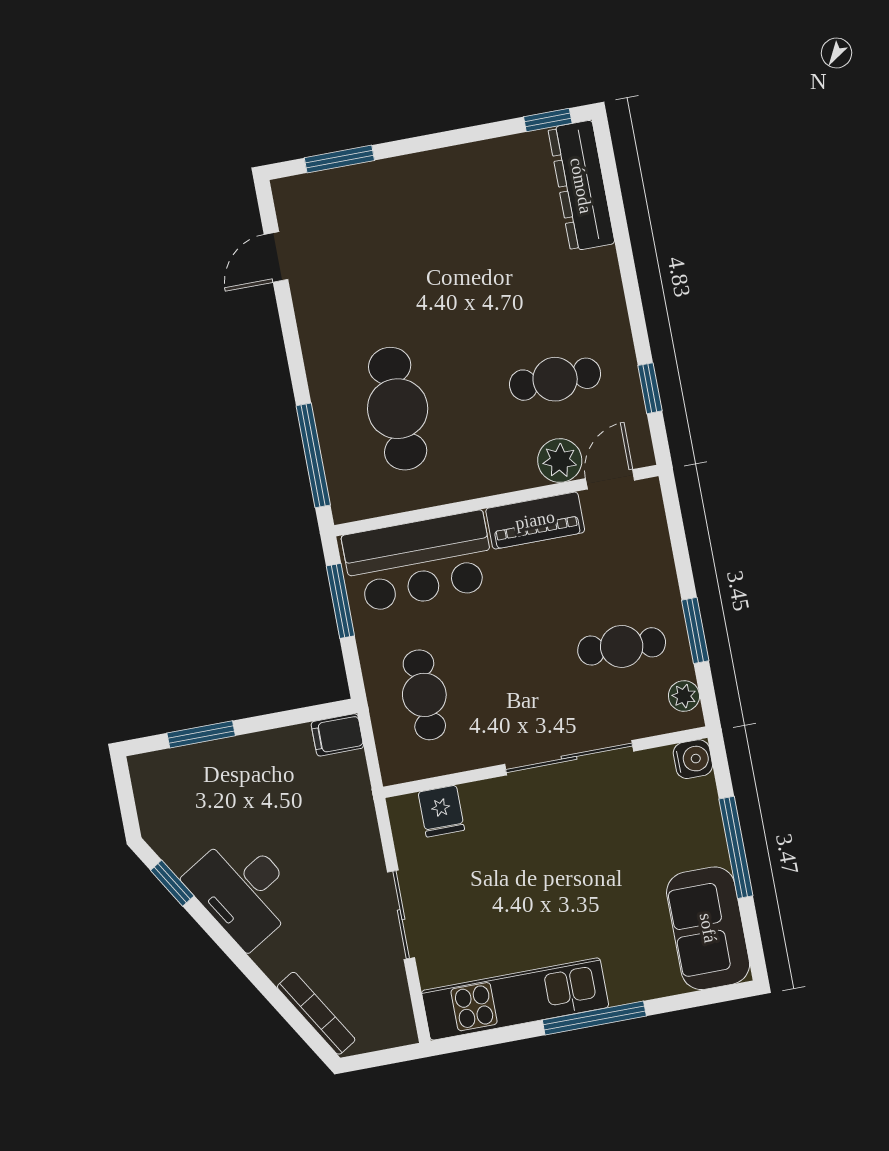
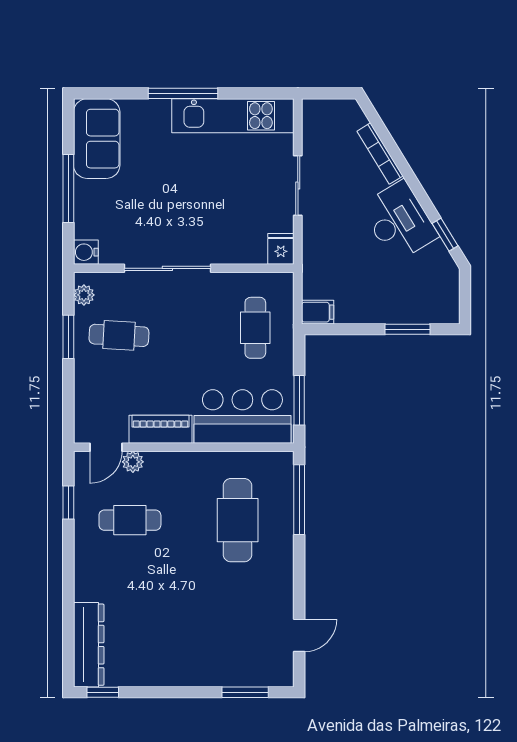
plant: (560, 460) -> (133, 462), width x0.73, depth x0.73
fridge: (441, 811) -> (281, 249), moved
bookcase: (316, 1013) -> (380, 154), moved

